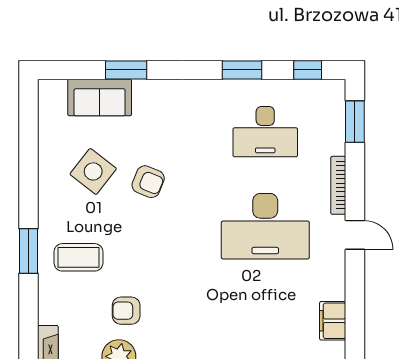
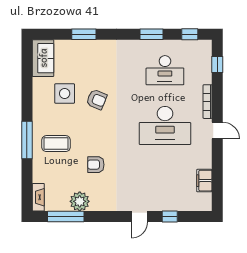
sofa: (100, 97) -> (43, 58), moved, turned -90
window: (355, 122) -> (217, 64), width x0.67
side table: (93, 171) -> (65, 93), turned -38
window: (29, 251) -> (27, 140), width x1.44
armchair: (126, 311) -> (96, 165), moved

